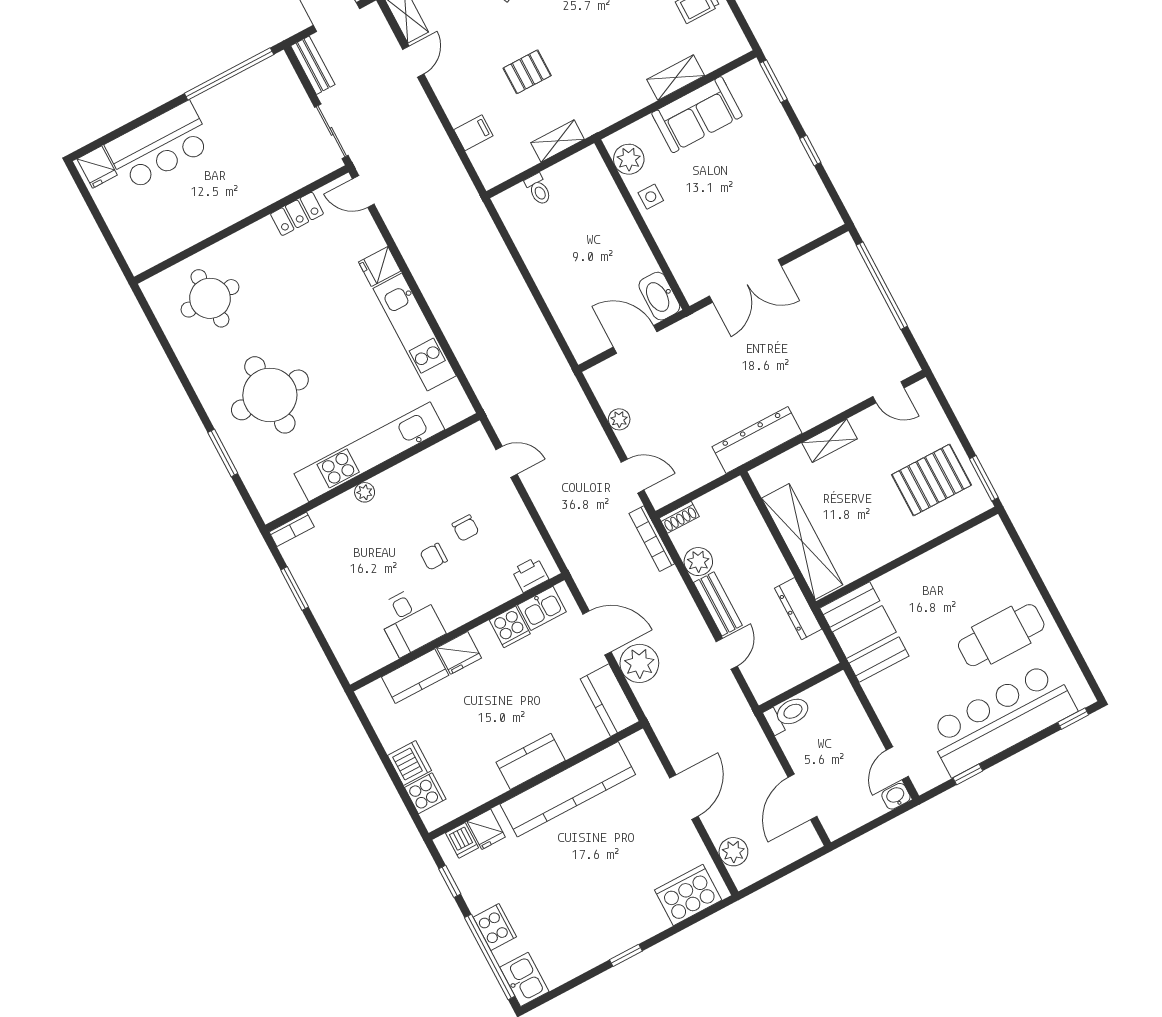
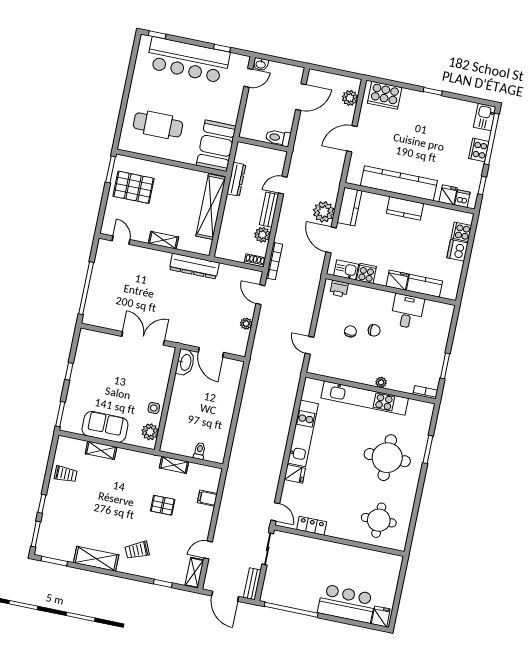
cafe table: (1001, 635) -> (158, 125), moved

